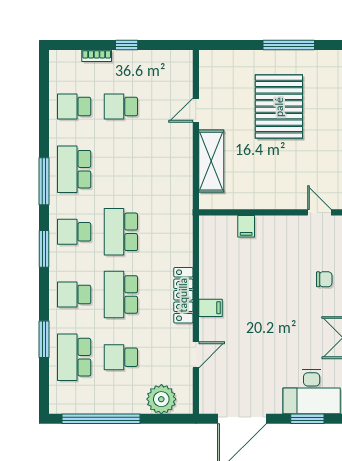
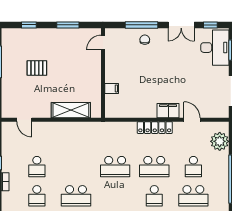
pallet: (279, 107) -> (37, 68), width x0.49, depth x0.50
door: (196, 110) -> (24, 120), moved
school desk: (74, 232) -> (115, 196), removed
filing cabinet: (210, 308) -> (168, 111), width x2.00

